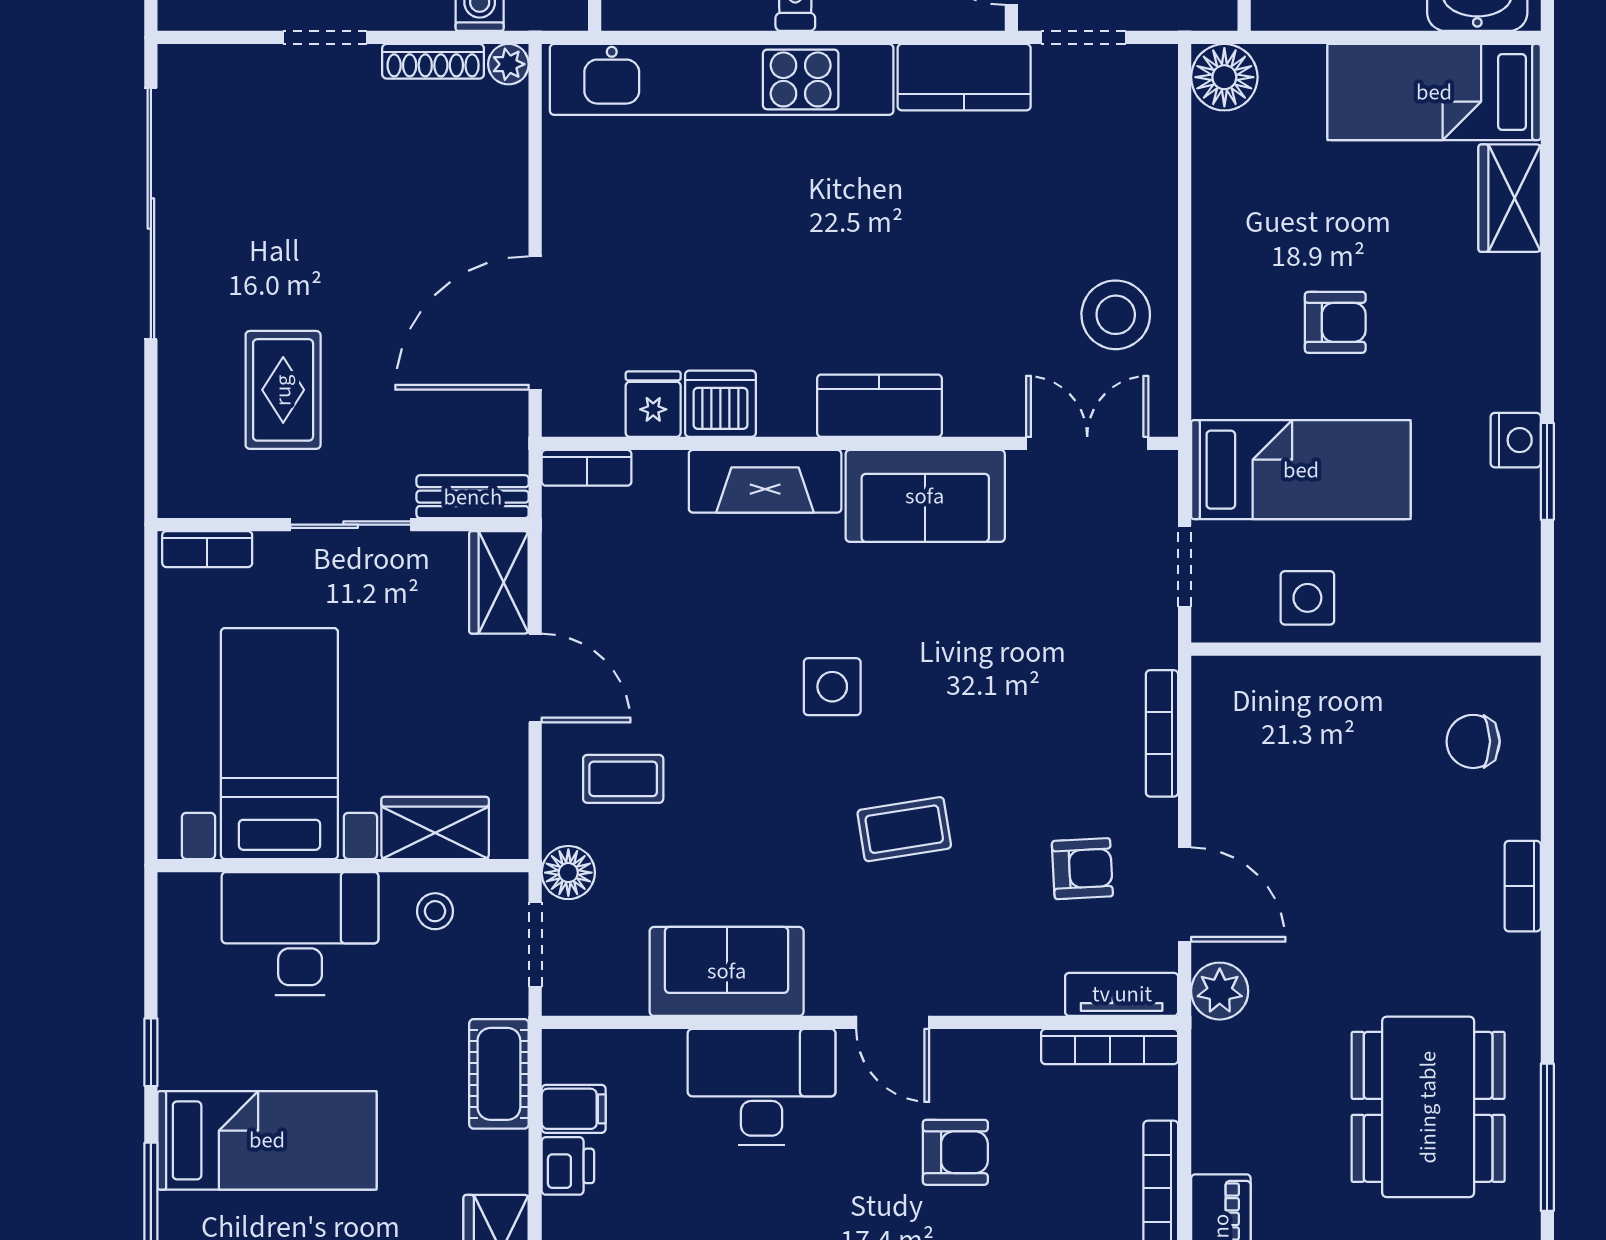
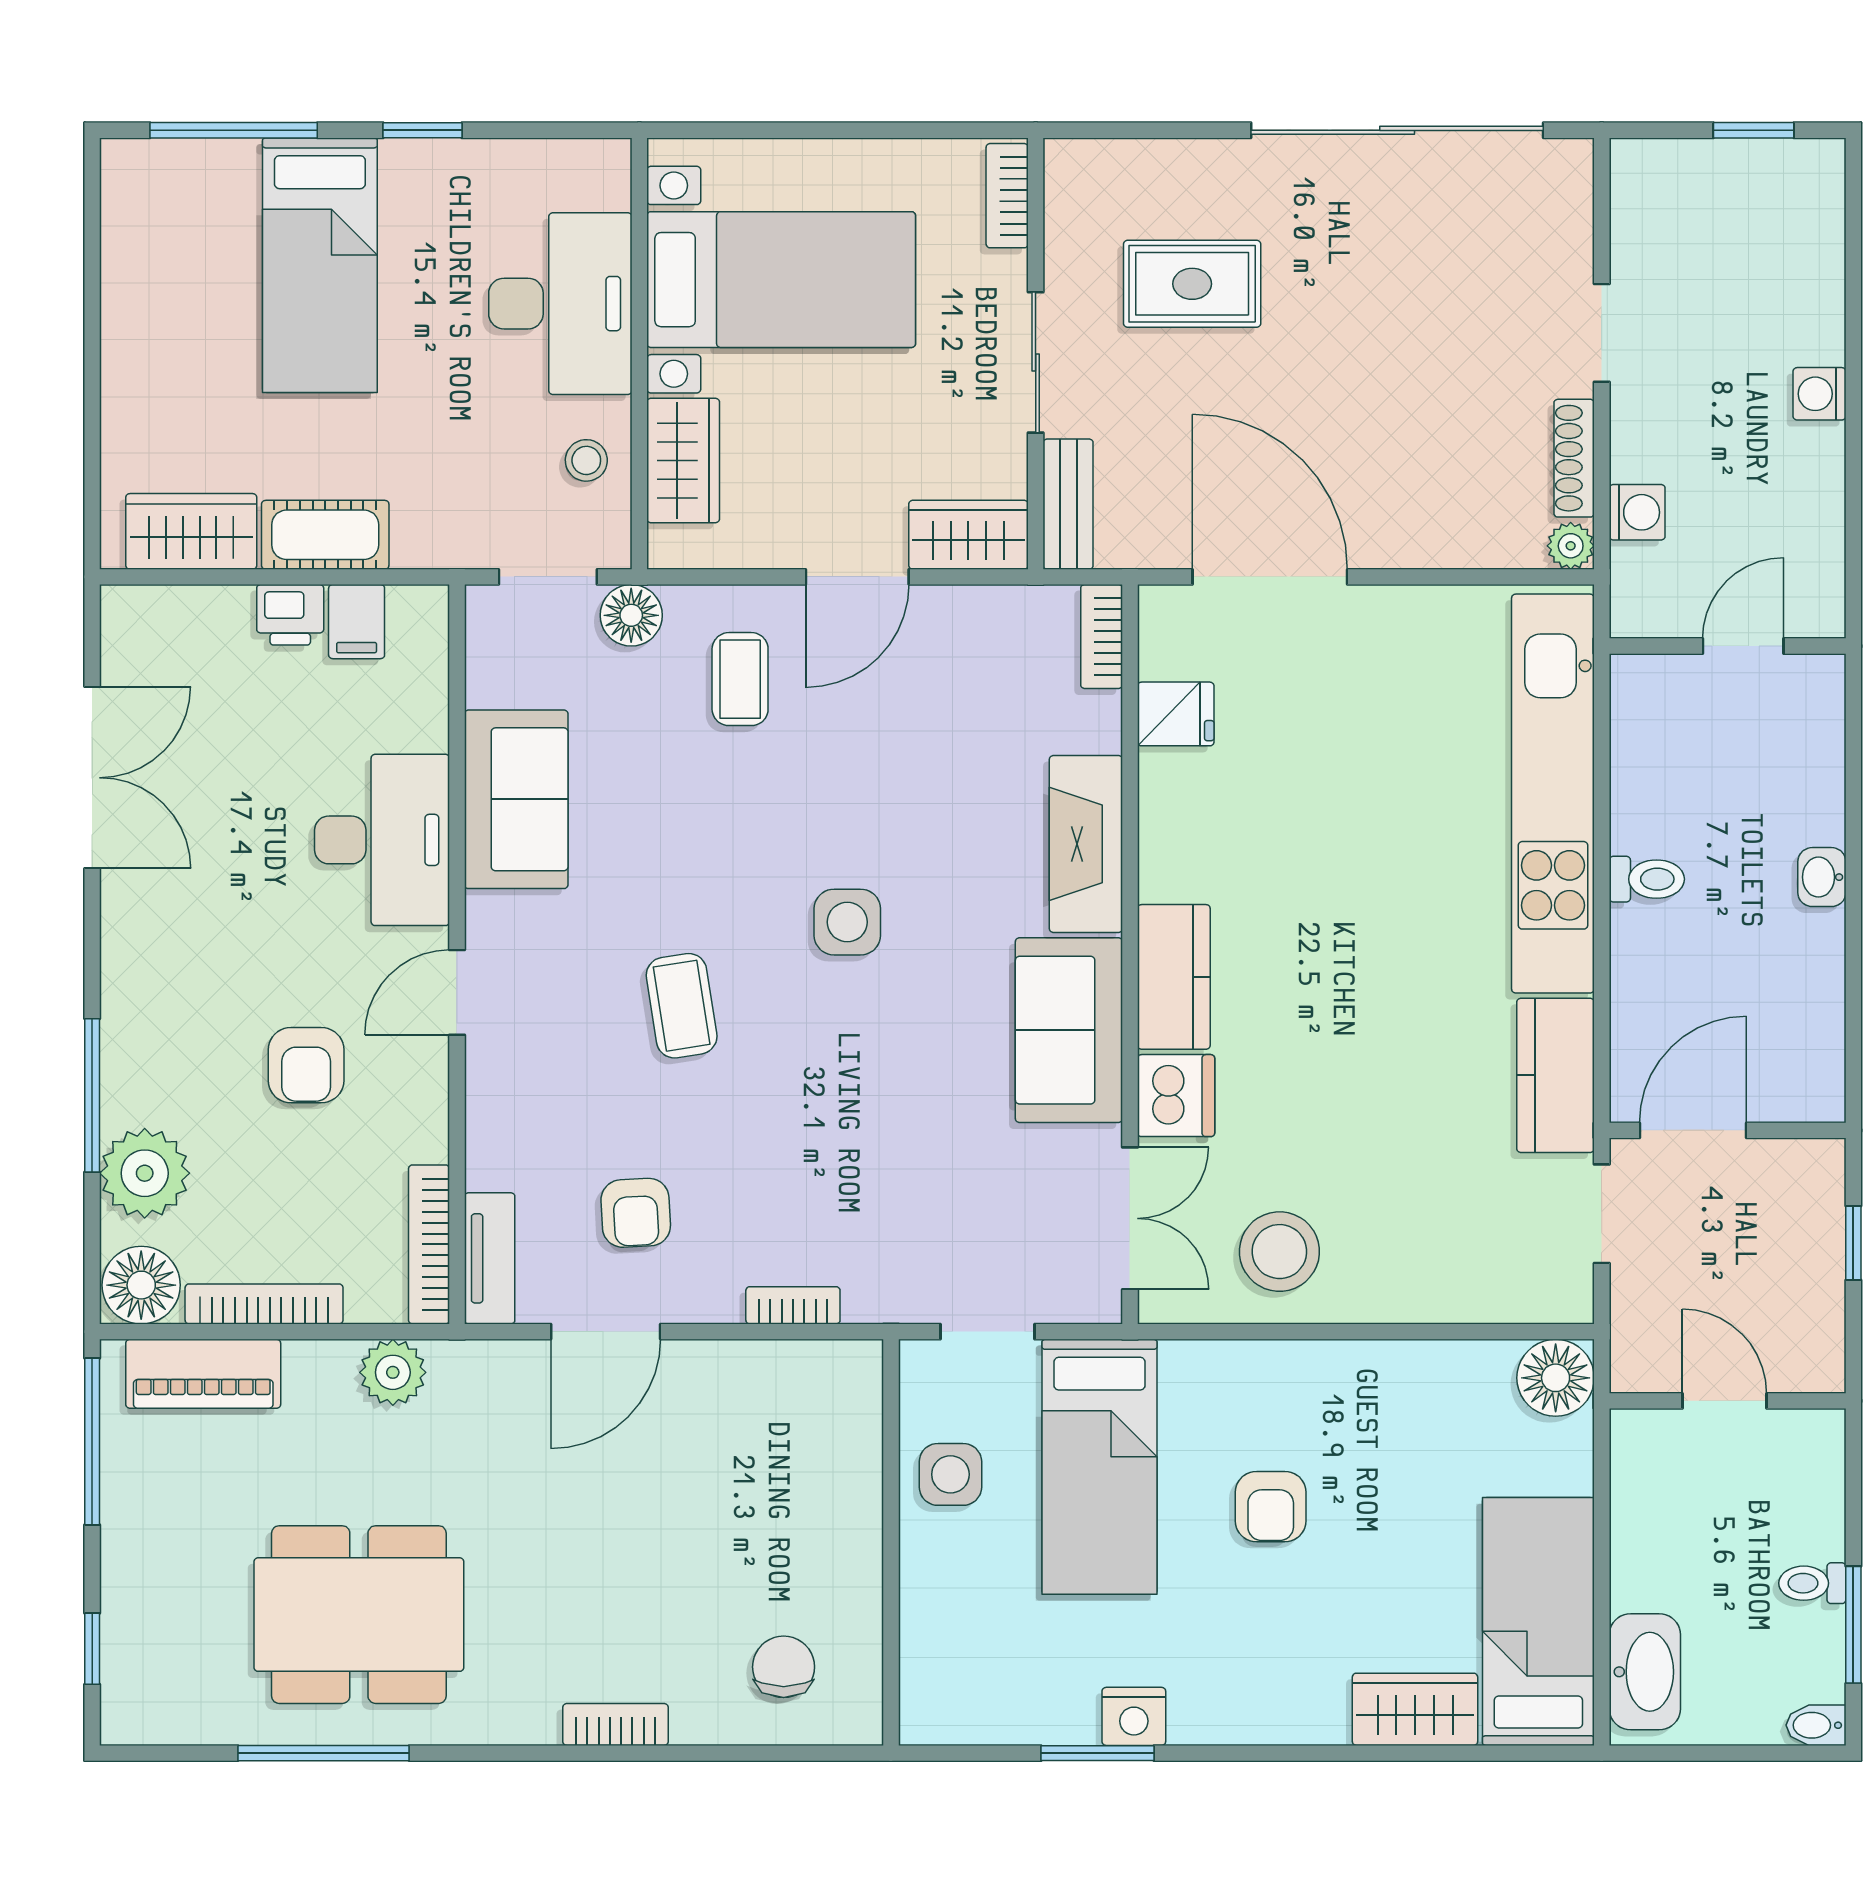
dishwasher: (720, 404) -> (1176, 1096), moved
bookcase: (1162, 733) -> (793, 1305), width x0.64
plant: (1220, 991) -> (393, 1372), moved
cot: (499, 1074) -> (325, 535), moved

